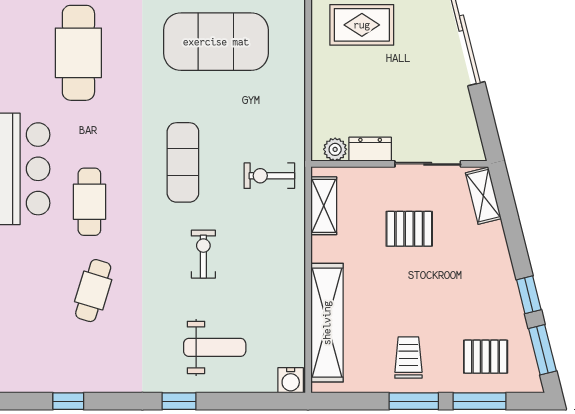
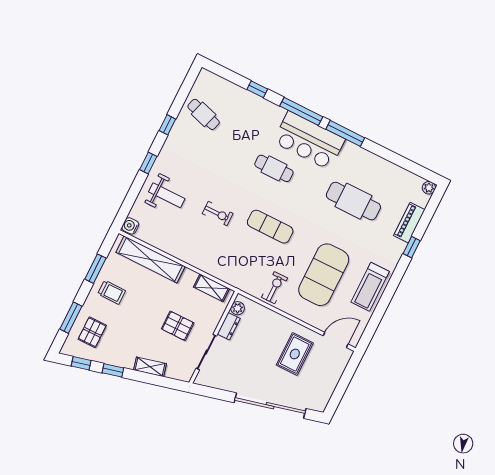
exercise bike: (269, 176) -> (275, 288), moved
shelving: (483, 196) -> (150, 367), moved
pallet: (409, 229) -> (178, 326), turned 90
cafe table: (93, 291) -> (204, 114), moved
weight bench: (215, 347) -> (167, 195), turned -90
window: (542, 350) -> (81, 363), width x0.67
window: (68, 401) -> (167, 125), moved
window: (414, 401) -> (95, 269), moved

